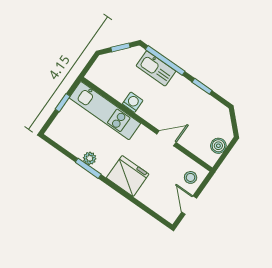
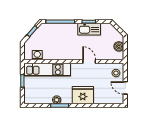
kitchen sink: (156, 68) -> (89, 29), moved
washing machine: (133, 102) -> (37, 55), moved
door: (166, 138) -> (89, 61), hinge flipped

